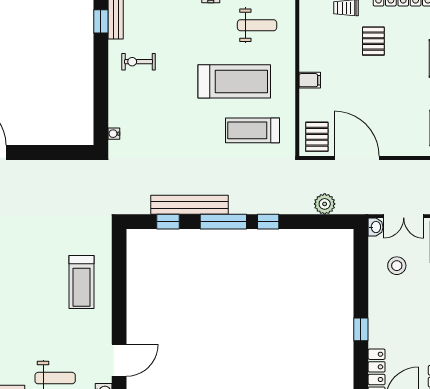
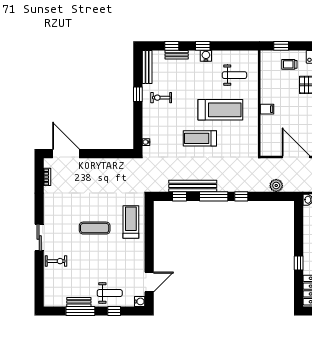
window: (101, 21) -> (138, 94), moved
treadmill: (253, 130) -> (200, 138), moved
pallet: (317, 137) -> (271, 144), removed
exercise mat: (31, 273) -> (95, 228), added
treadmill: (81, 282) -> (131, 222), moved, turned 180

